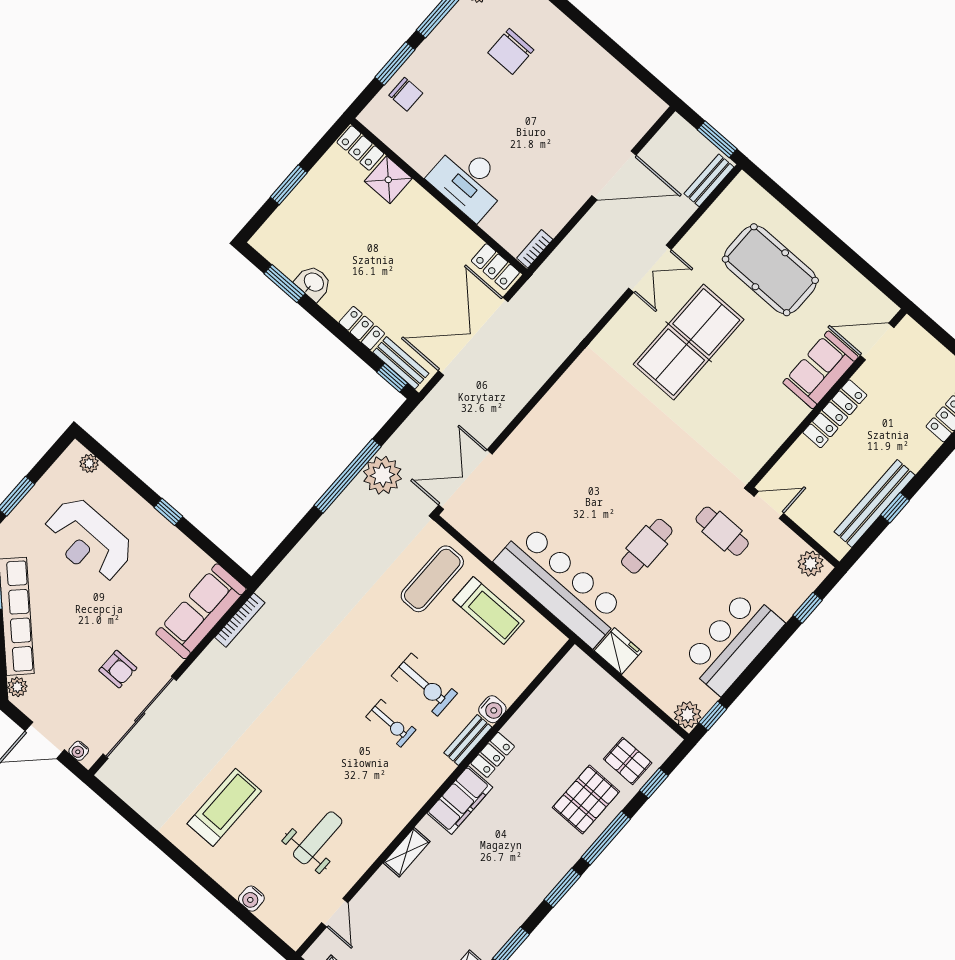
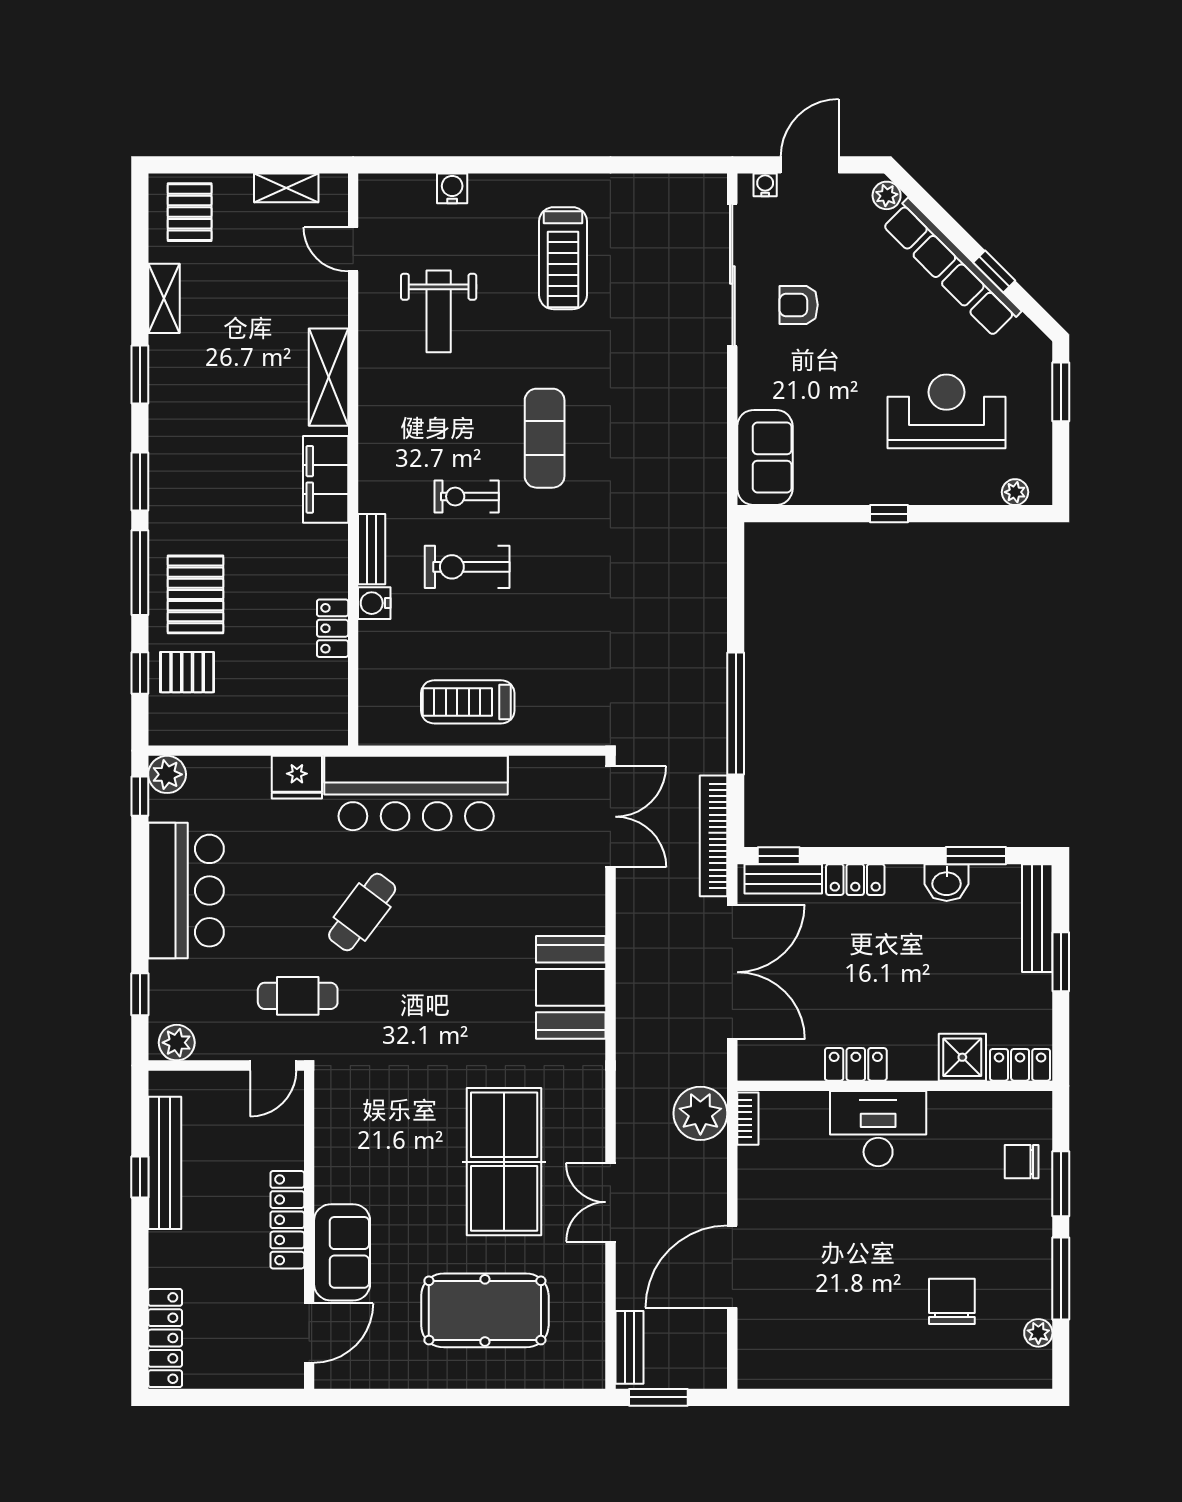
bench: (281, 220) -> (1037, 918), added
locker: (495, 267) -> (856, 1064), moved
booth: (569, 405) -> (571, 987), added
plant: (382, 475) -> (700, 1113), moved
cafe table: (647, 546) -> (362, 912), turned 37
exercise mat: (432, 579) -> (545, 438), moved
sofa: (201, 611) -> (765, 457), width x0.73
bookcase: (240, 620) -> (714, 836), moved, width x1.48, depth x1.31
locker: (493, 755) -> (333, 628), moved
shelving: (407, 852) -> (328, 377), width x1.50, depth x1.33

